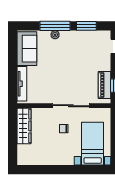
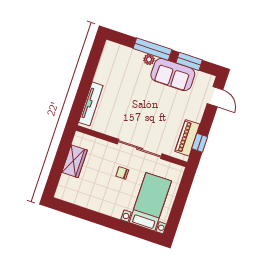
sofa: (27, 49) -> (173, 75), moved, turned 90
wardrobe: (24, 126) -> (75, 161), width x0.67

